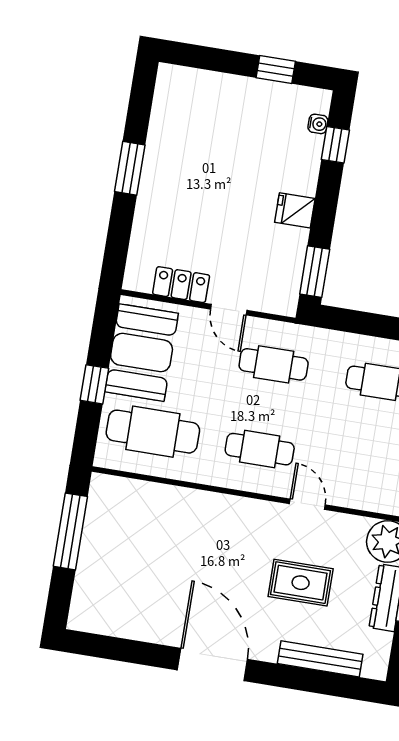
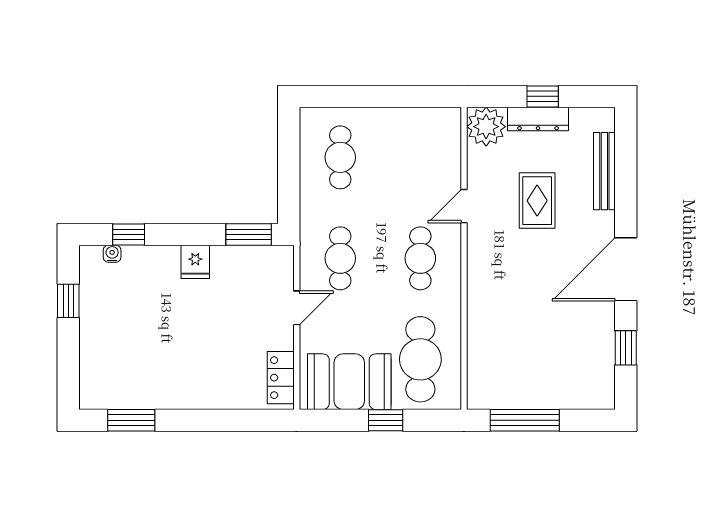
window: (130, 168) -> (131, 420), moved
locker: (181, 285) -> (281, 378), moved
window: (129, 651) -> (626, 348), added

